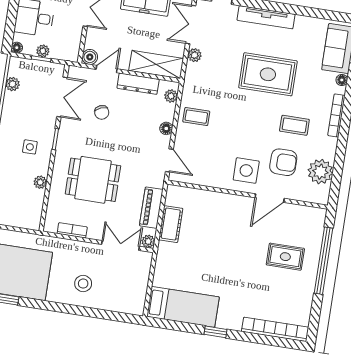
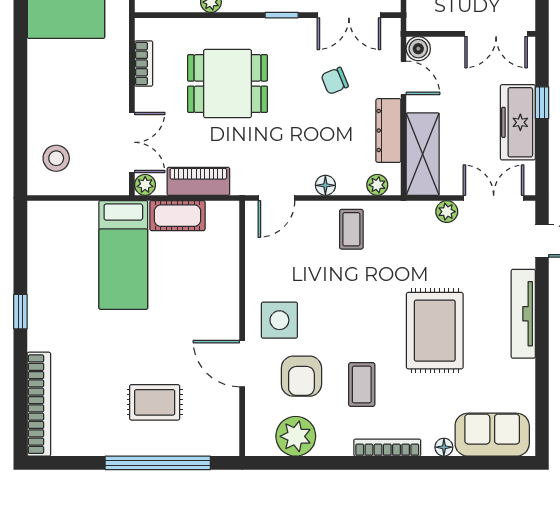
dining table: (93, 180) -> (228, 84), turned 90
rug: (285, 257) -> (155, 402), turned 90
stool: (83, 284) -> (56, 158), moved
bed: (183, 307) -> (123, 255), moved

